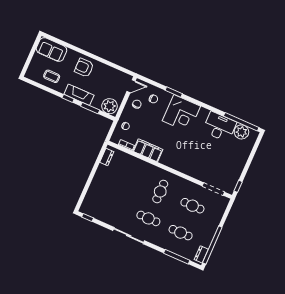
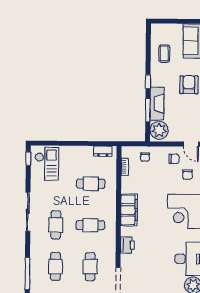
fireplace: (79, 95) -> (157, 104), moved
filing cabinet: (148, 150) -> (129, 210), moved
printer: (188, 169) -> (128, 245), added
cafe table: (128, 177) -> (91, 184), added
checkout: (98, 205) -> (47, 164), added

